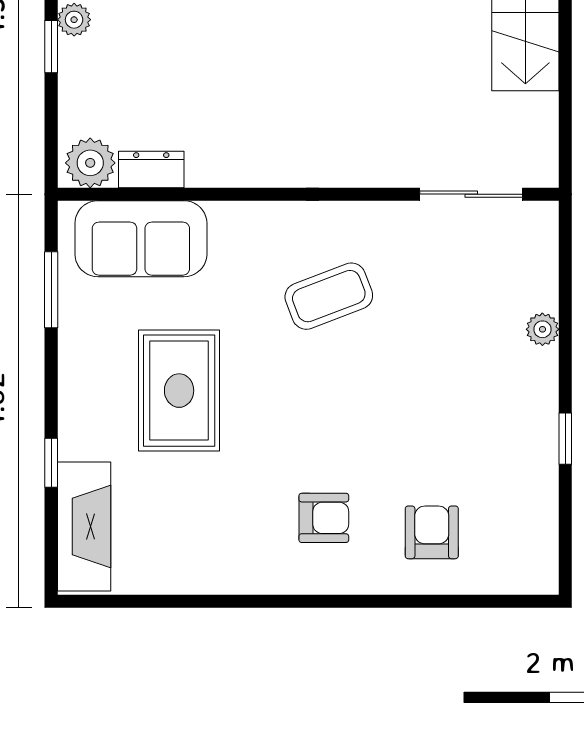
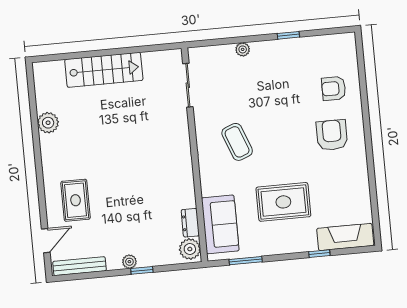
armchair: (324, 518) -> (332, 135), width x1.38, depth x1.38

